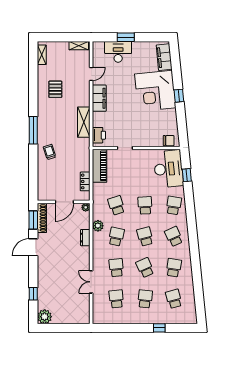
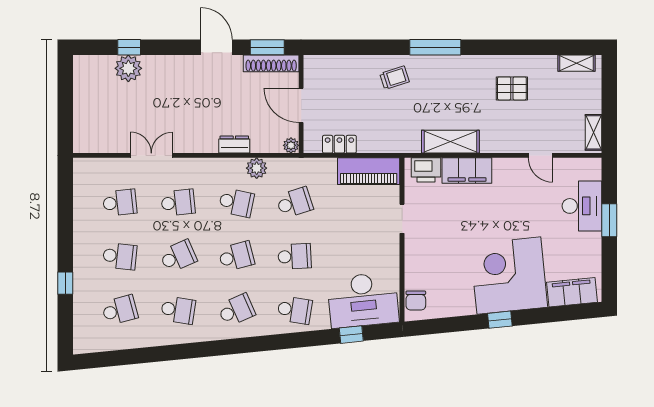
filing cabinet: (99, 98) -> (467, 171), moved
plant: (45, 317) -> (128, 68), moved

